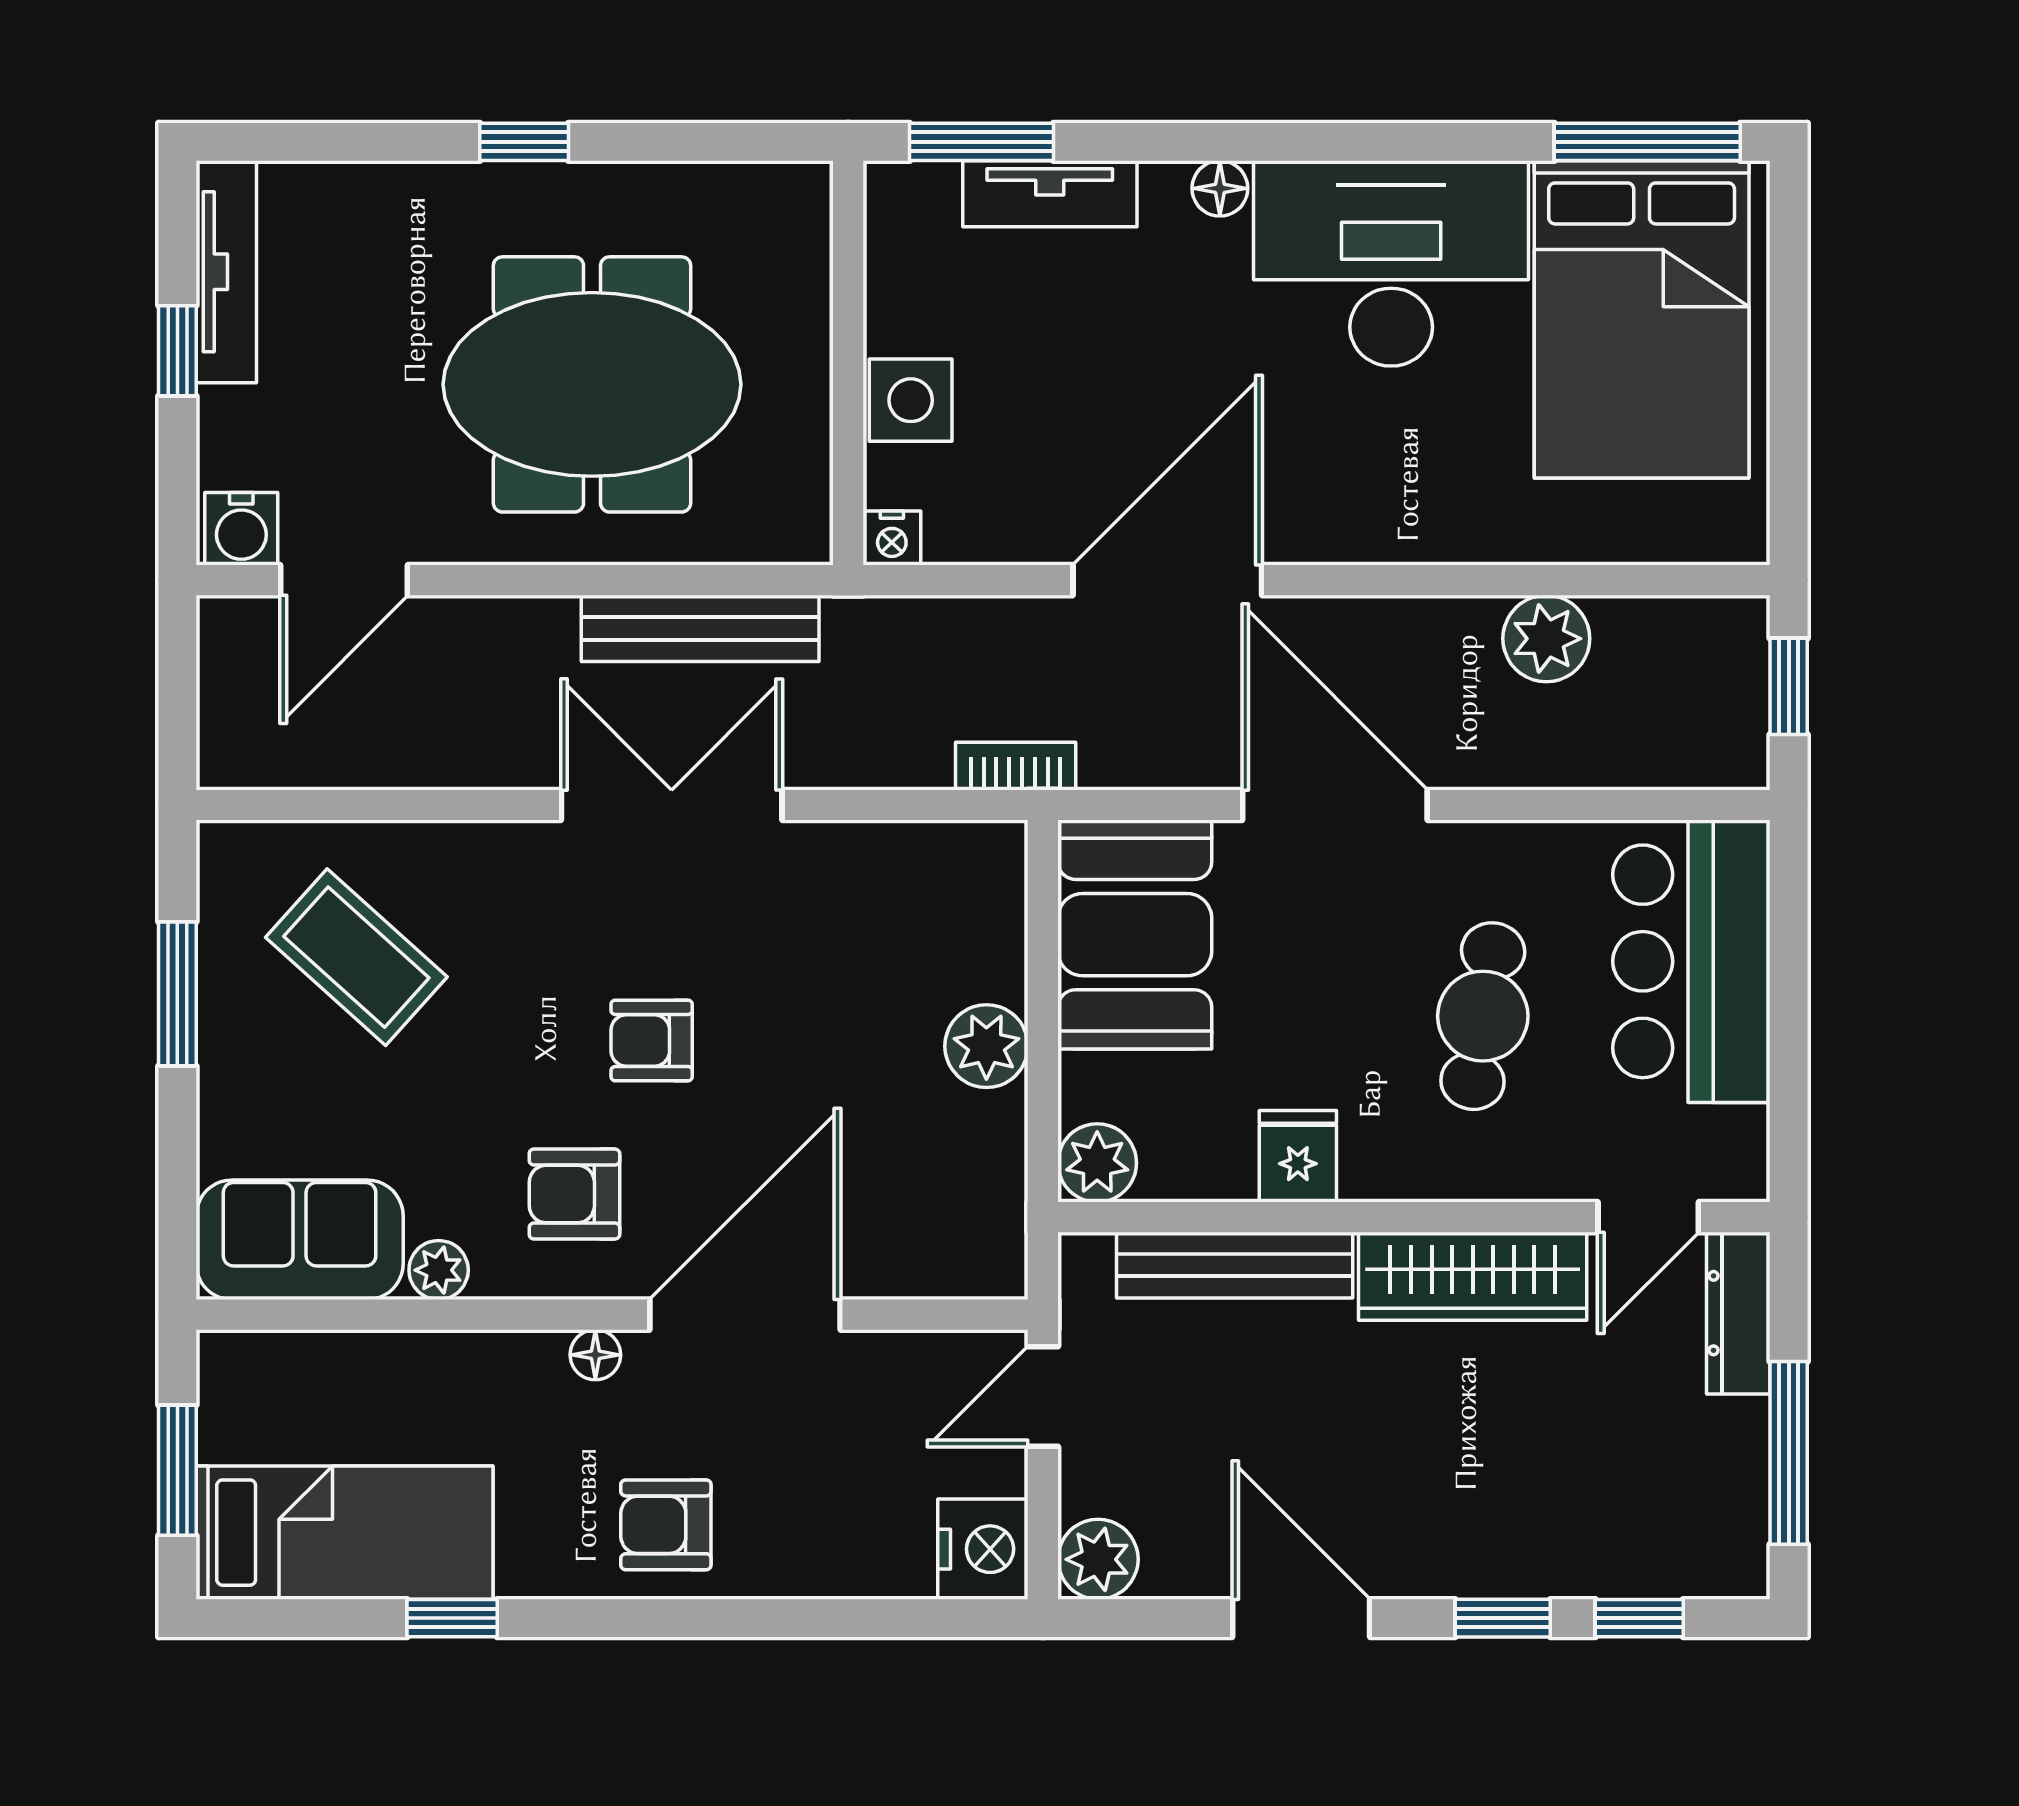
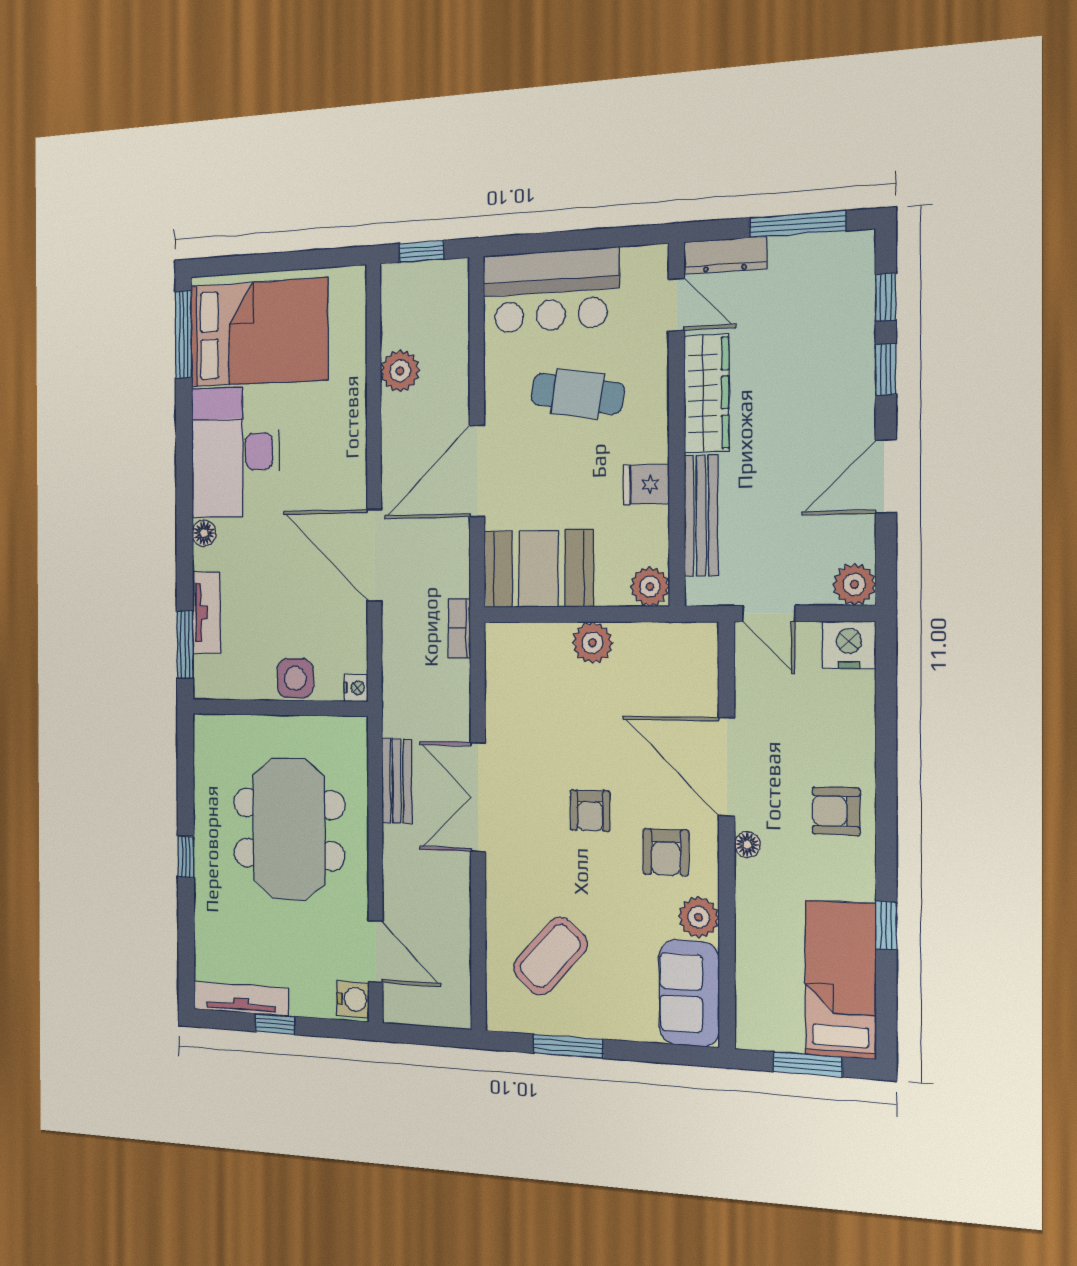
bench: (700, 628) -> (397, 781), width x0.73
plant: (439, 1270) -> (699, 917), width x1.38, depth x1.38
armchair: (666, 1525) -> (836, 811), turned 90

